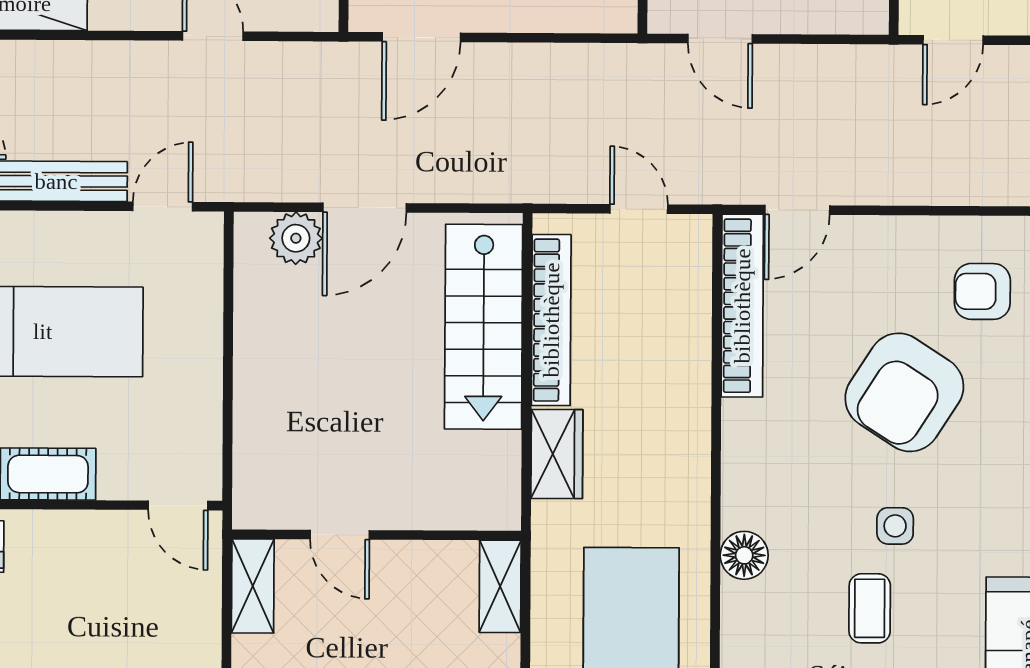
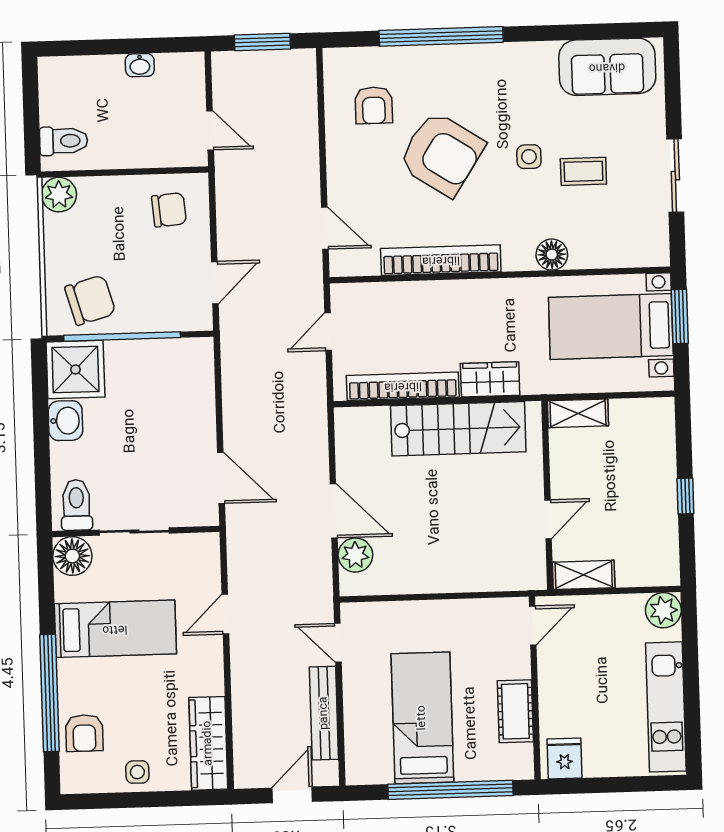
bookcase: (742, 306) -> (441, 260), moved
stairs: (484, 327) -> (458, 429), moved

